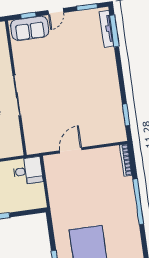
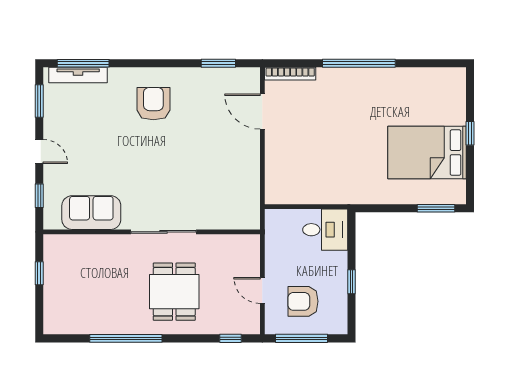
sofa: (30, 28) -> (91, 213), moved, turned -90
armchair: (95, 78) -> (153, 104), added
door: (71, 150) -> (262, 112), moved
desk: (28, 171) -> (325, 230), moved, turned 90

